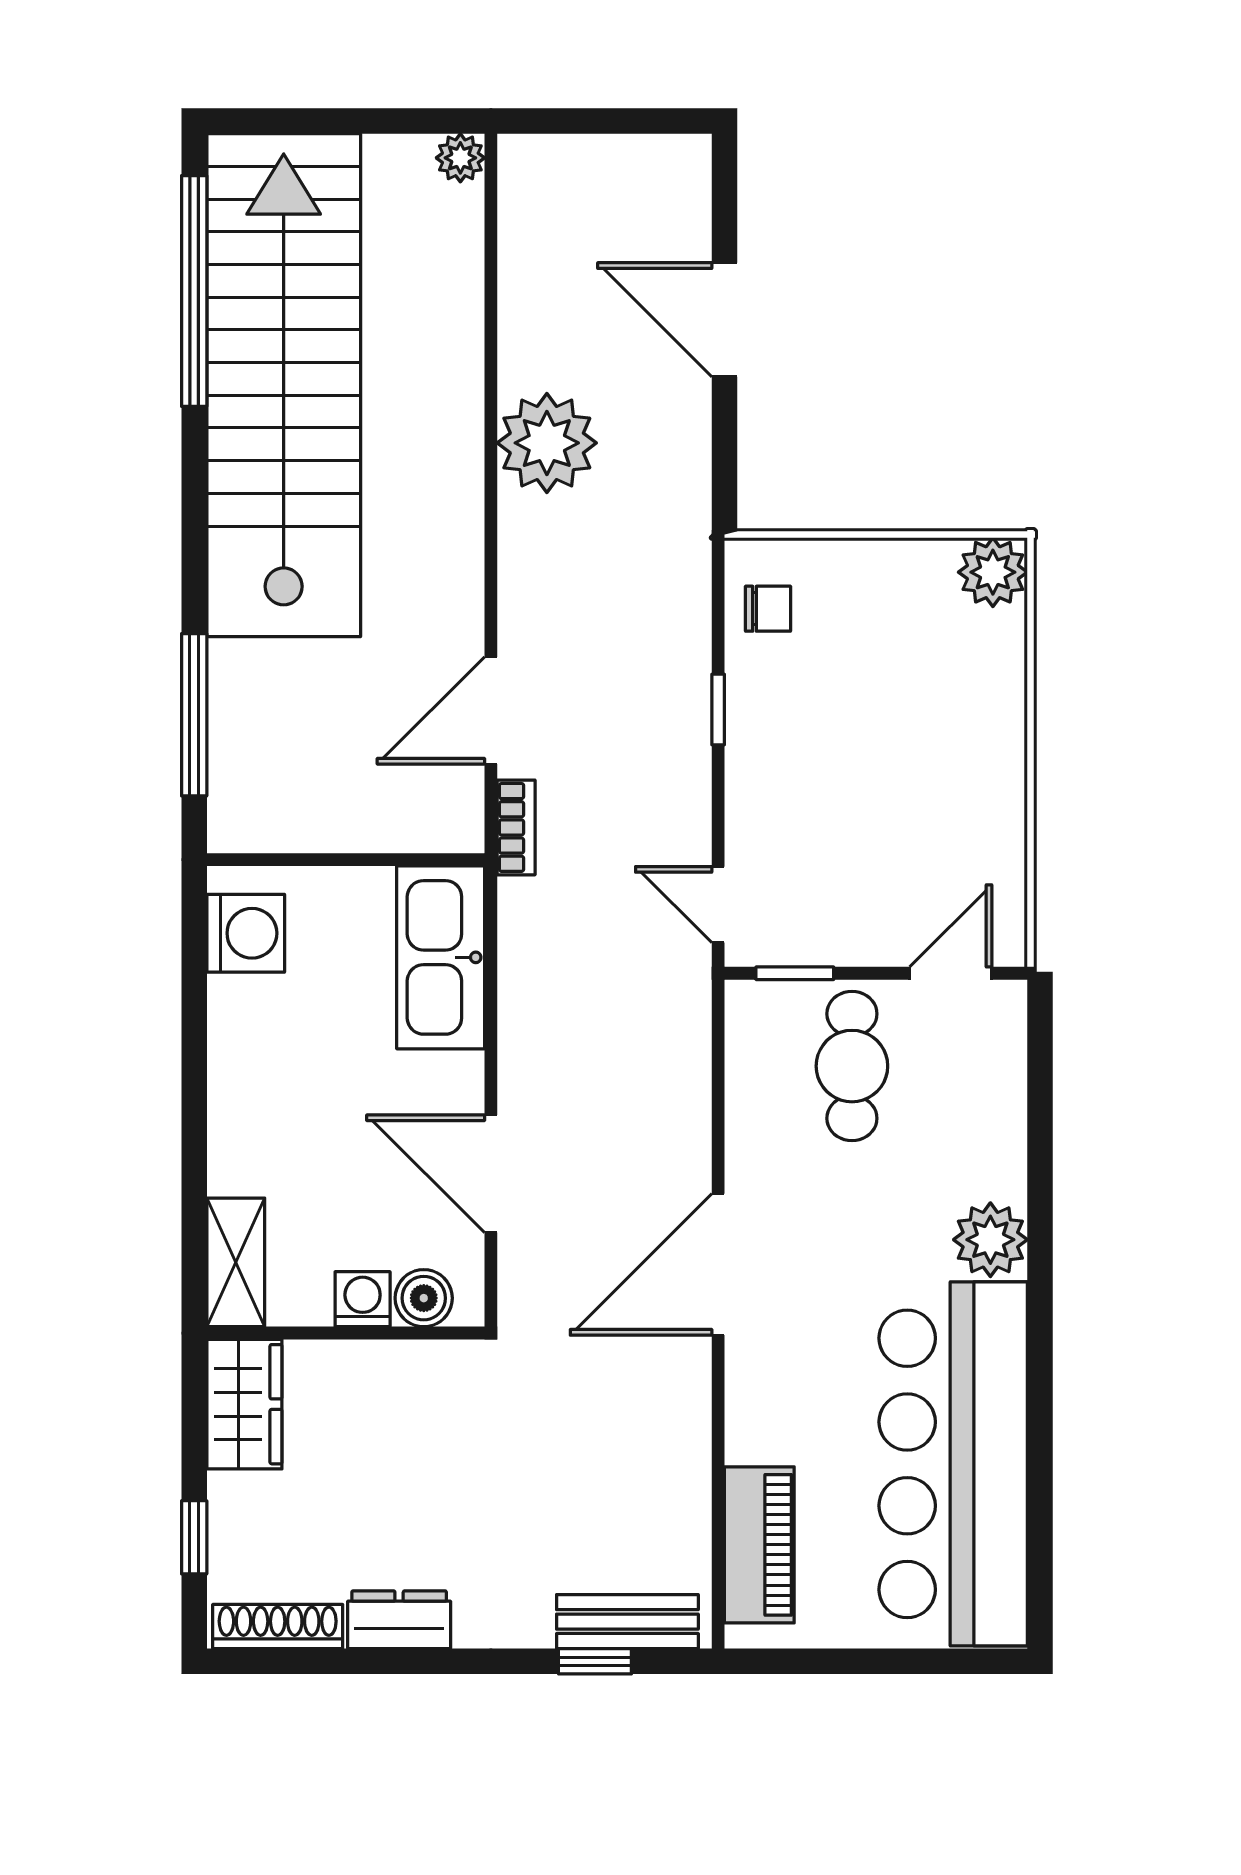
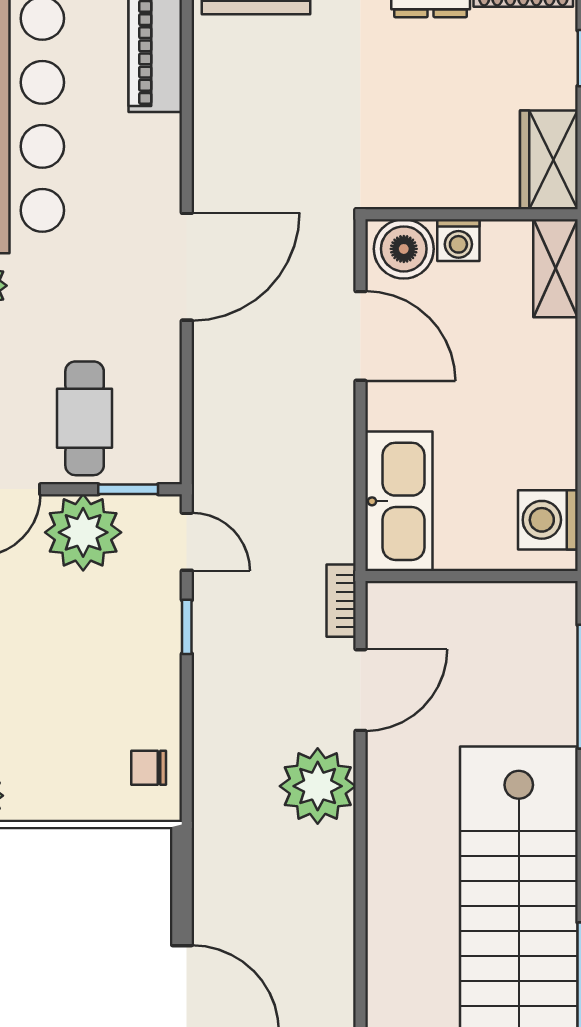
plant: (547, 443) -> (318, 786), moved
window: (718, 710) -> (187, 627), moved
plant: (854, 917) -> (83, 532), added
boiler: (424, 1298) -> (404, 249), width x1.36, depth x1.36

